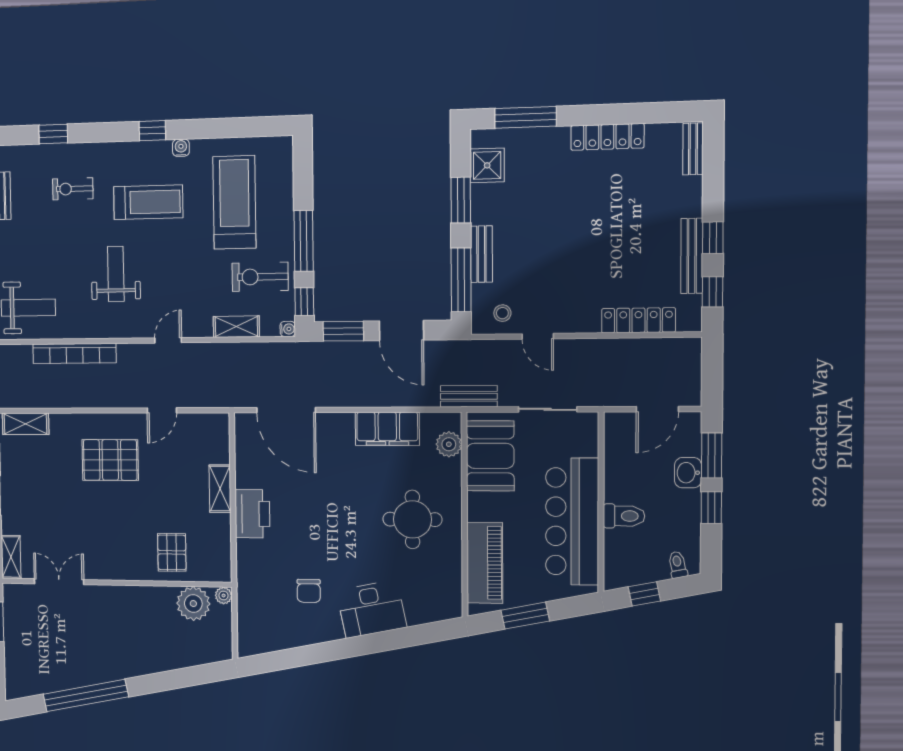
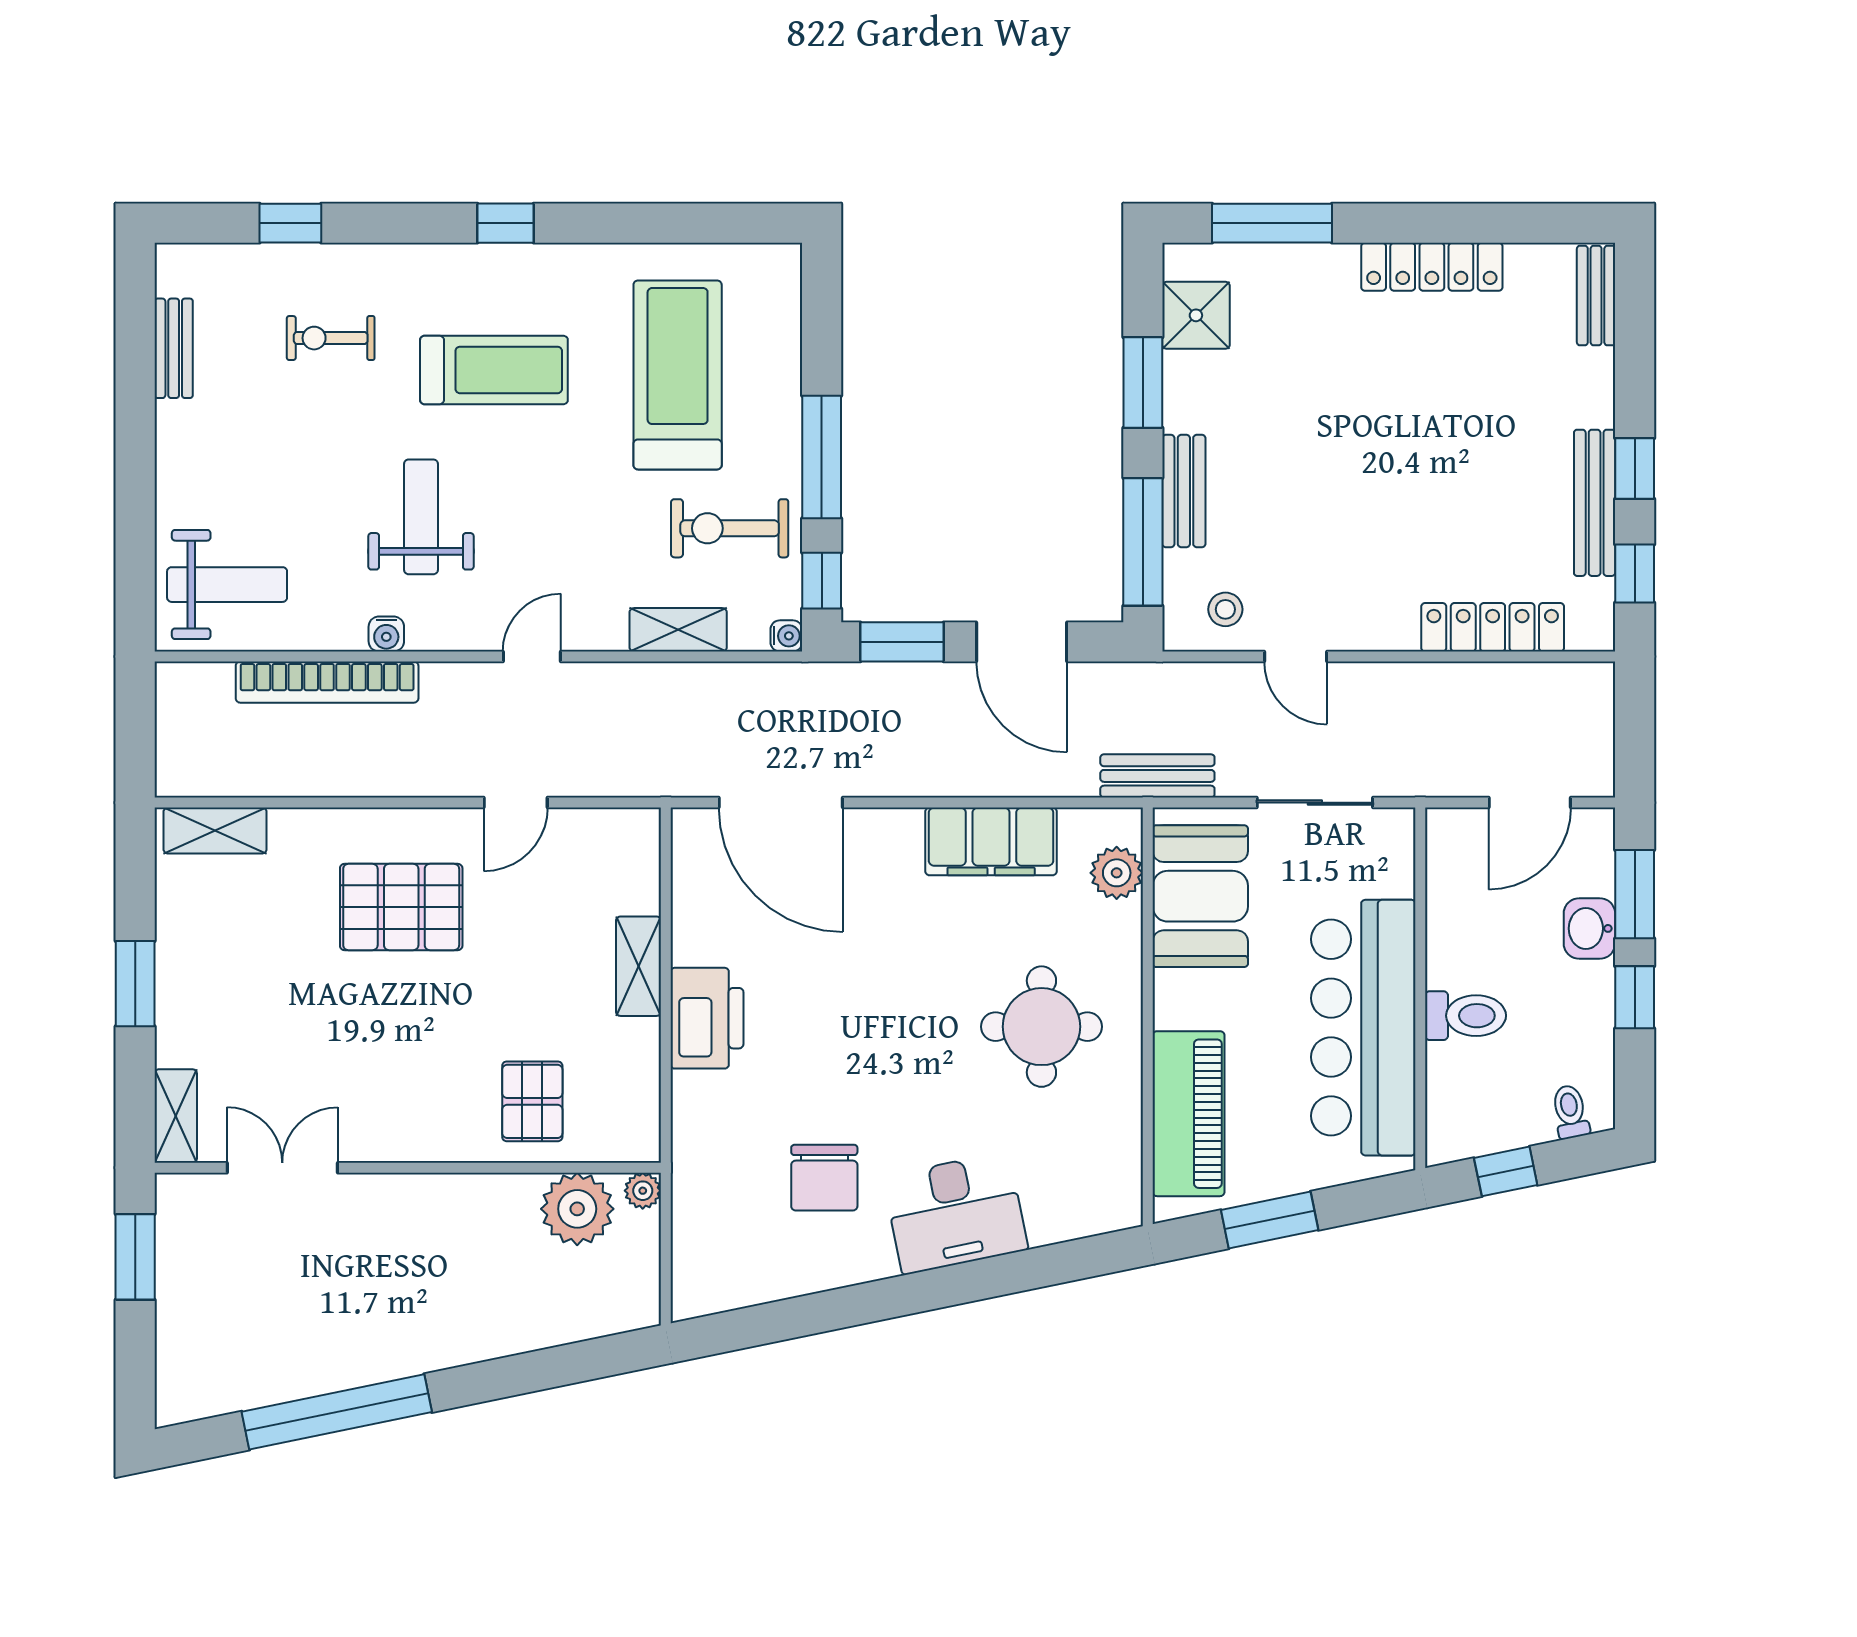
water cooler: (181, 148) -> (386, 634), moved, turned 180
chair: (309, 591) -> (824, 1178), width x1.37, depth x1.37

